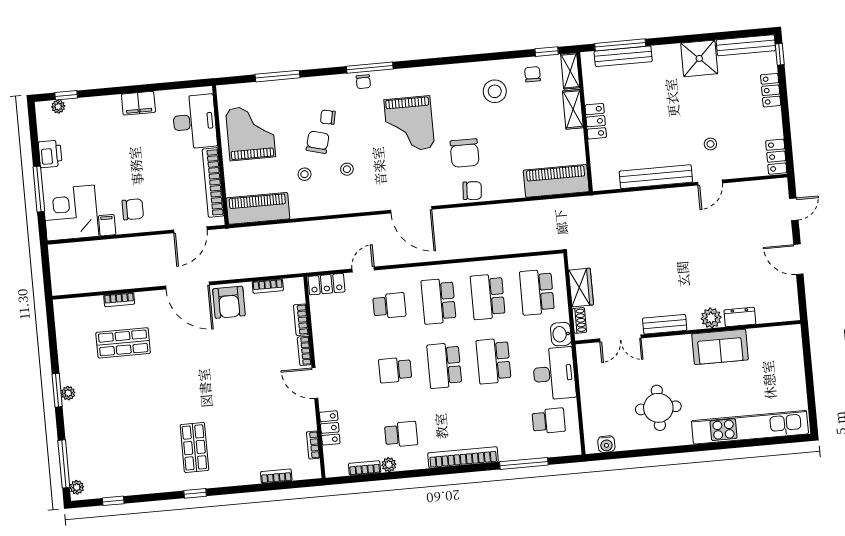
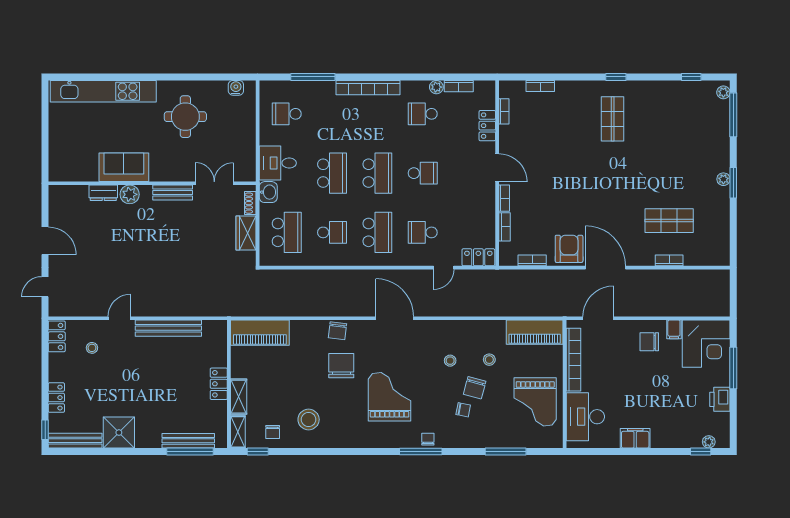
stool: (710, 144) -> (92, 348), moved
chair: (472, 191) -> (337, 331), turned -87
school desk: (488, 297) -> (332, 232), width x0.54
desk: (554, 373) -> (278, 163), width x0.73

